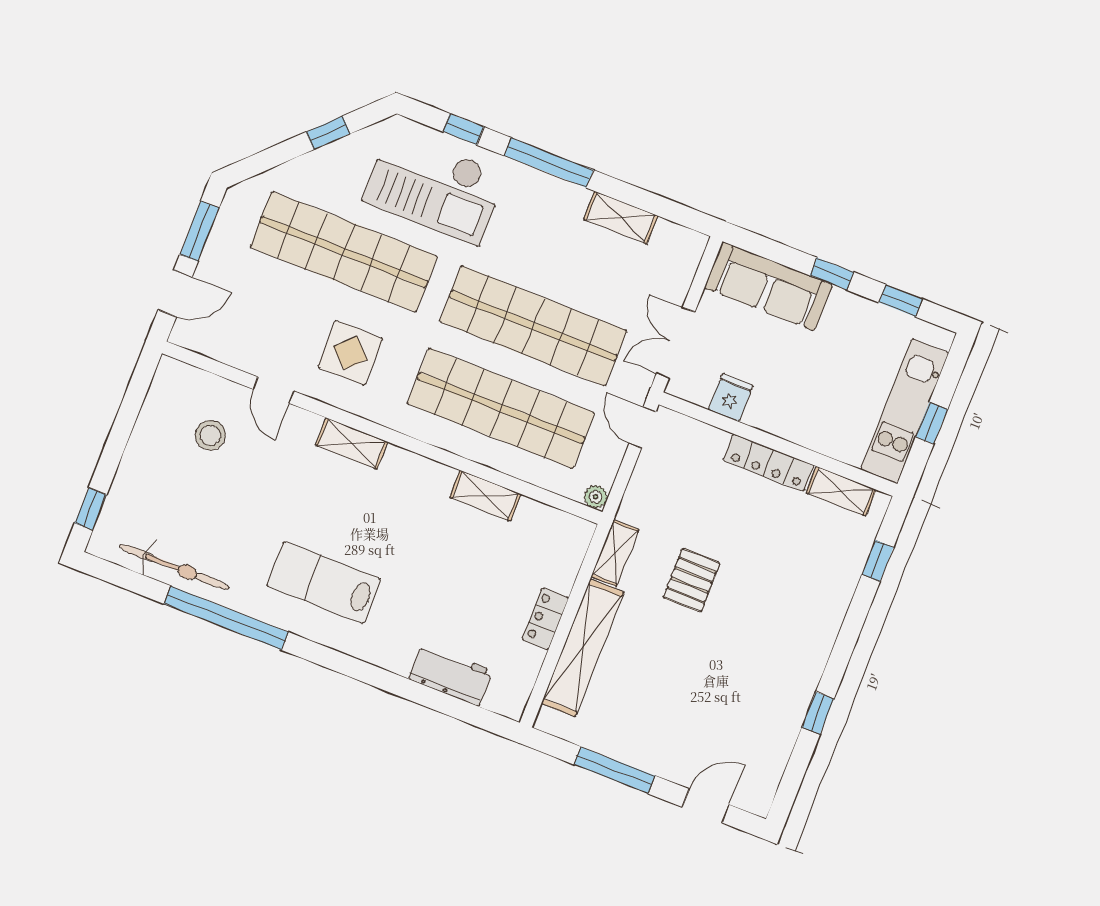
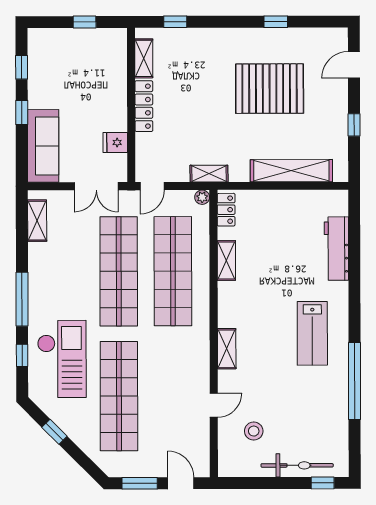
shelving: (621, 218) -> (37, 221), moved
display table: (350, 353) -> (175, 370), removed
kitchen unit: (905, 411) -> (84, 40), removed
shelving: (615, 553) -> (209, 174), moved
bicycle: (174, 567) -> (297, 465), moved, turned 90
pallet: (692, 580) -> (270, 89), moved, width x2.05, depth x2.00
locker: (545, 619) -> (226, 210), moved, turned -90
workbench: (451, 675) -> (336, 249), width x1.38
window: (615, 770) -> (354, 125), width x0.46
door: (706, 806) -> (354, 65), hinge flipped

